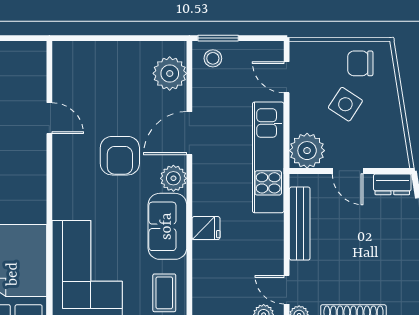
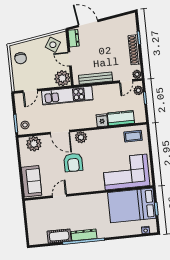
side table: (345, 104) -> (53, 45), moved
armchair: (120, 156) -> (73, 162), turned 90
door: (348, 171) -> (70, 59), swing flipped
sofa: (167, 226) -> (32, 181), moved, turned -90
kitchen counter: (206, 270) -> (121, 118), added

